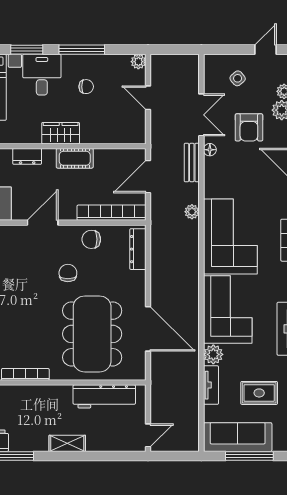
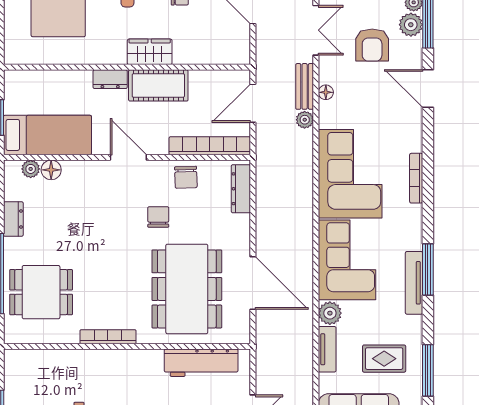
floor lamp: (210, 150) -> (326, 92), moved
cot: (75, 158) -> (158, 85), width x1.37, depth x1.34
plant: (192, 212) -> (305, 120), moved
door: (43, 223) -> (128, 157), hinge flipped
chair: (91, 239) -> (186, 177), turned -92

